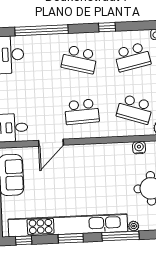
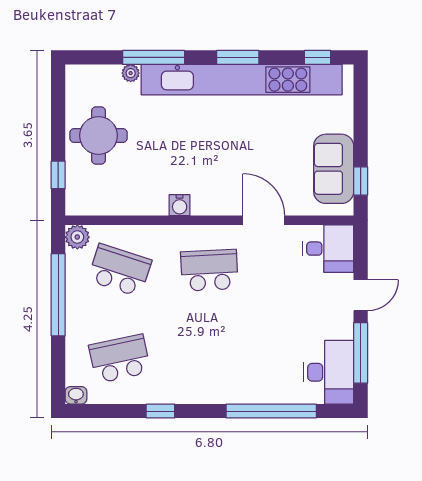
school desk: (79, 59) -> (209, 359), removed
door: (51, 143) -> (264, 220), hinge flipped
water cooler: (139, 148) -> (180, 205), moved

